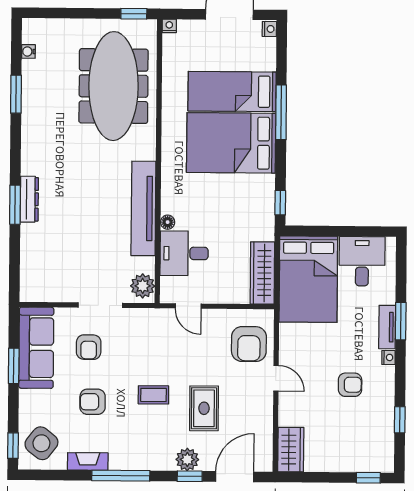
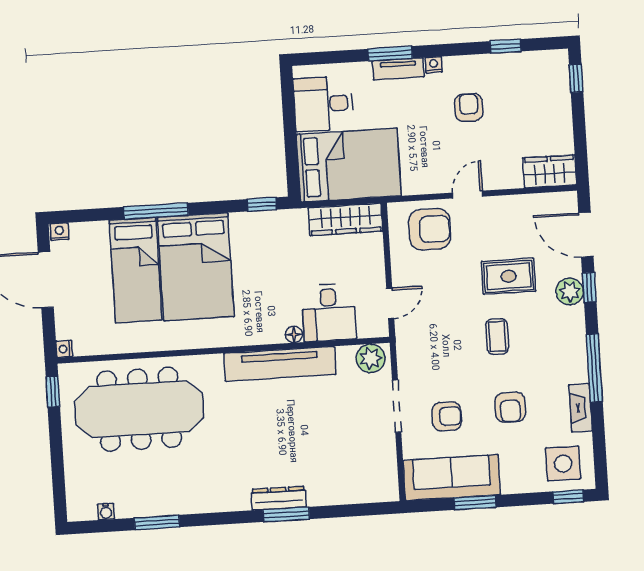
side table: (41, 443) -> (563, 464), turned -38

